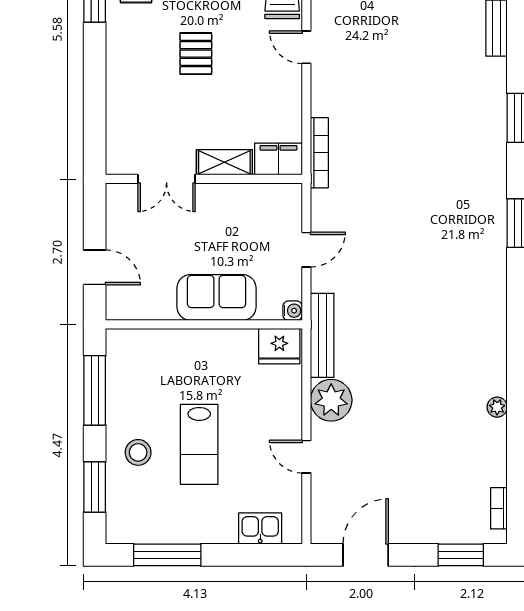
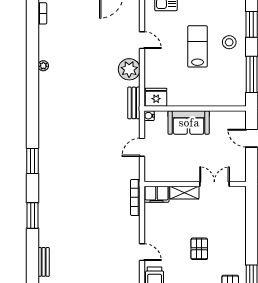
bench: (322, 335) -> (134, 103), width x0.73

